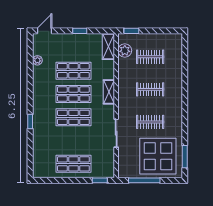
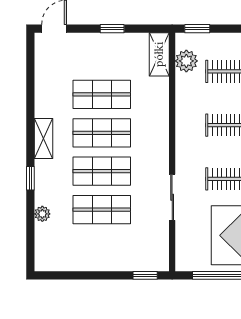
plant: (37, 60) -> (42, 214), moved
shelving: (109, 92) -> (44, 138), moved
shop shelf: (73, 164) -> (102, 210), moved

